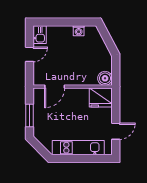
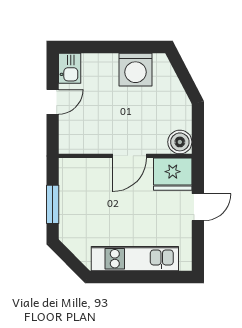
washing machine: (79, 31) -> (135, 70), width x1.89, depth x1.89
door: (55, 87) -> (130, 156), moved
door: (116, 131) -> (198, 207), moved

